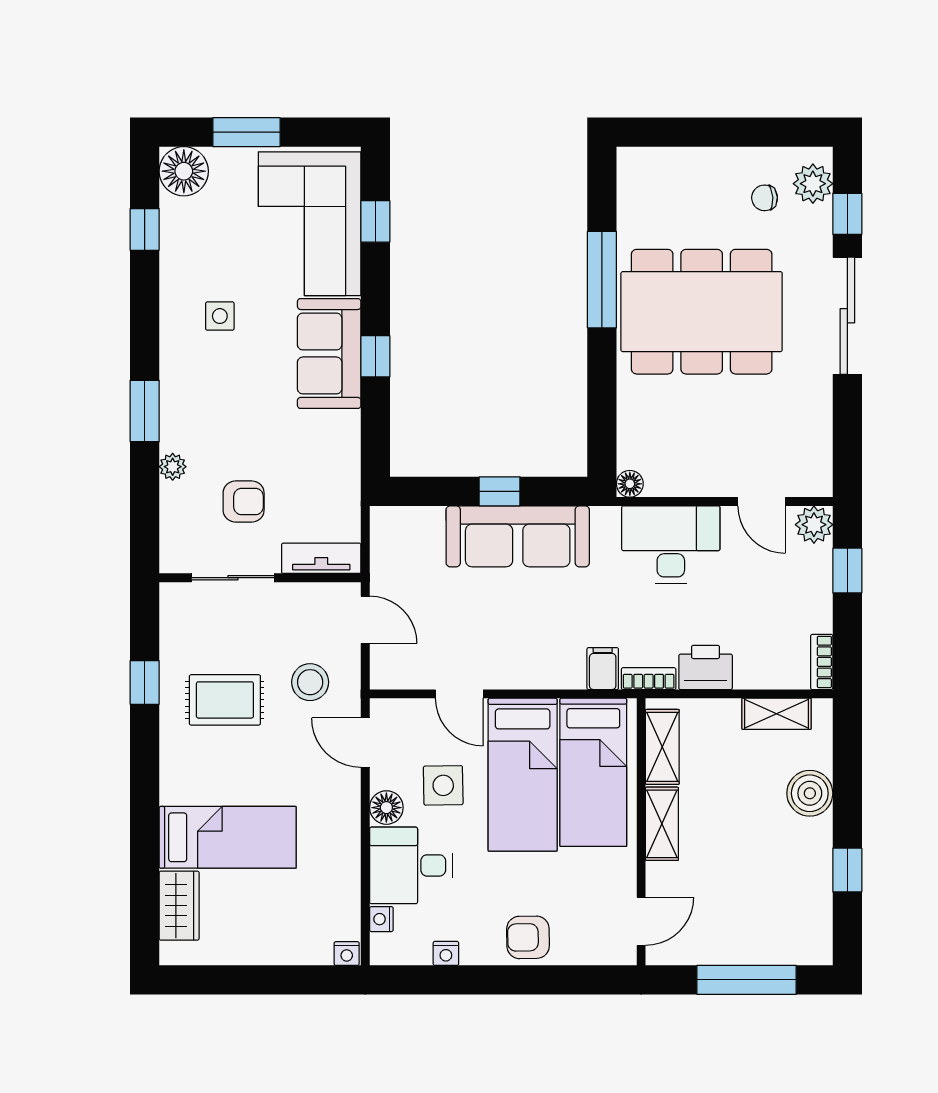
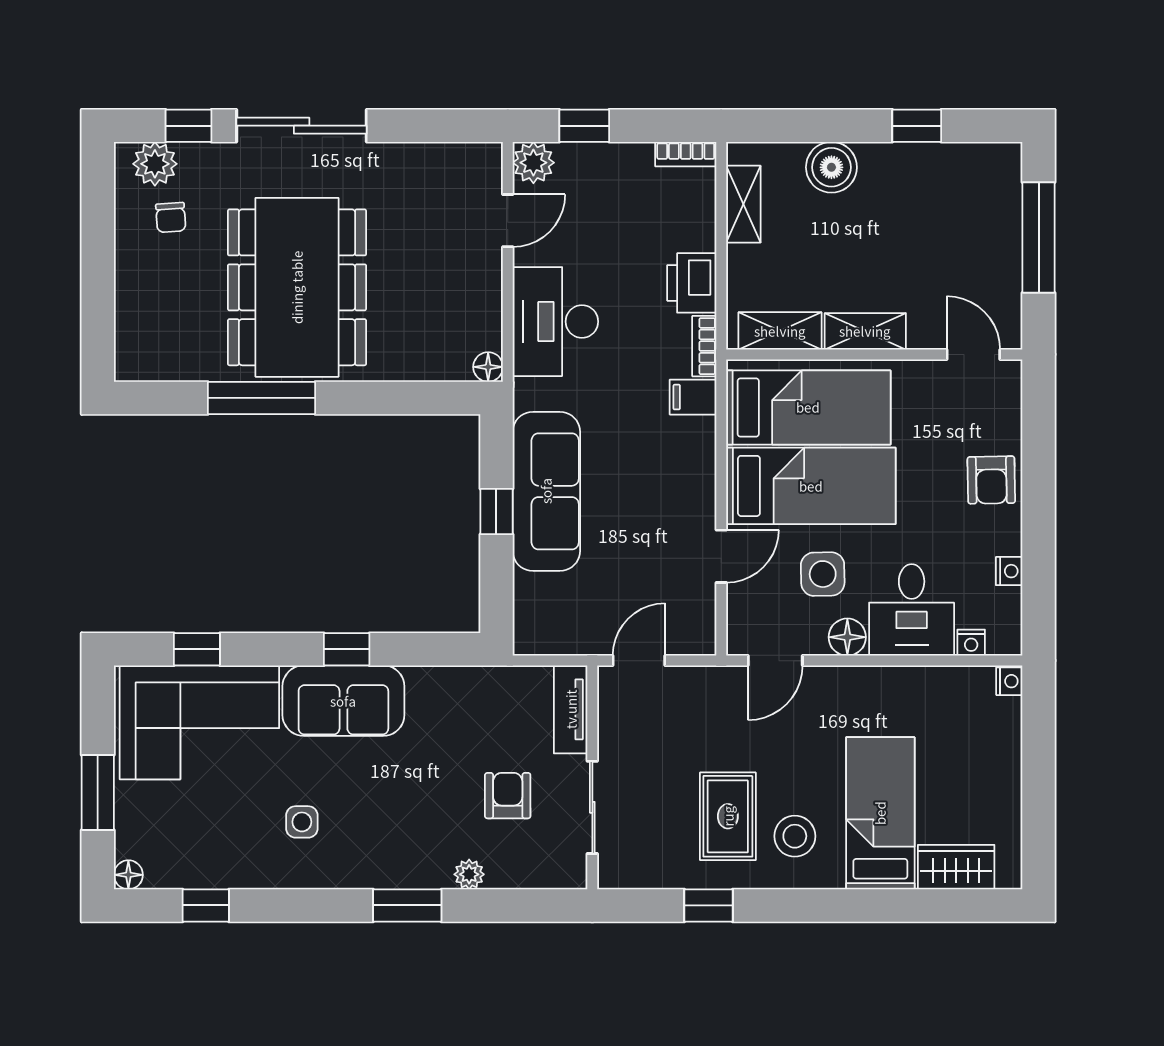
floor lamp: (184, 171) -> (128, 875), width x0.53, depth x0.53
stool: (310, 682) -> (795, 836), moved

